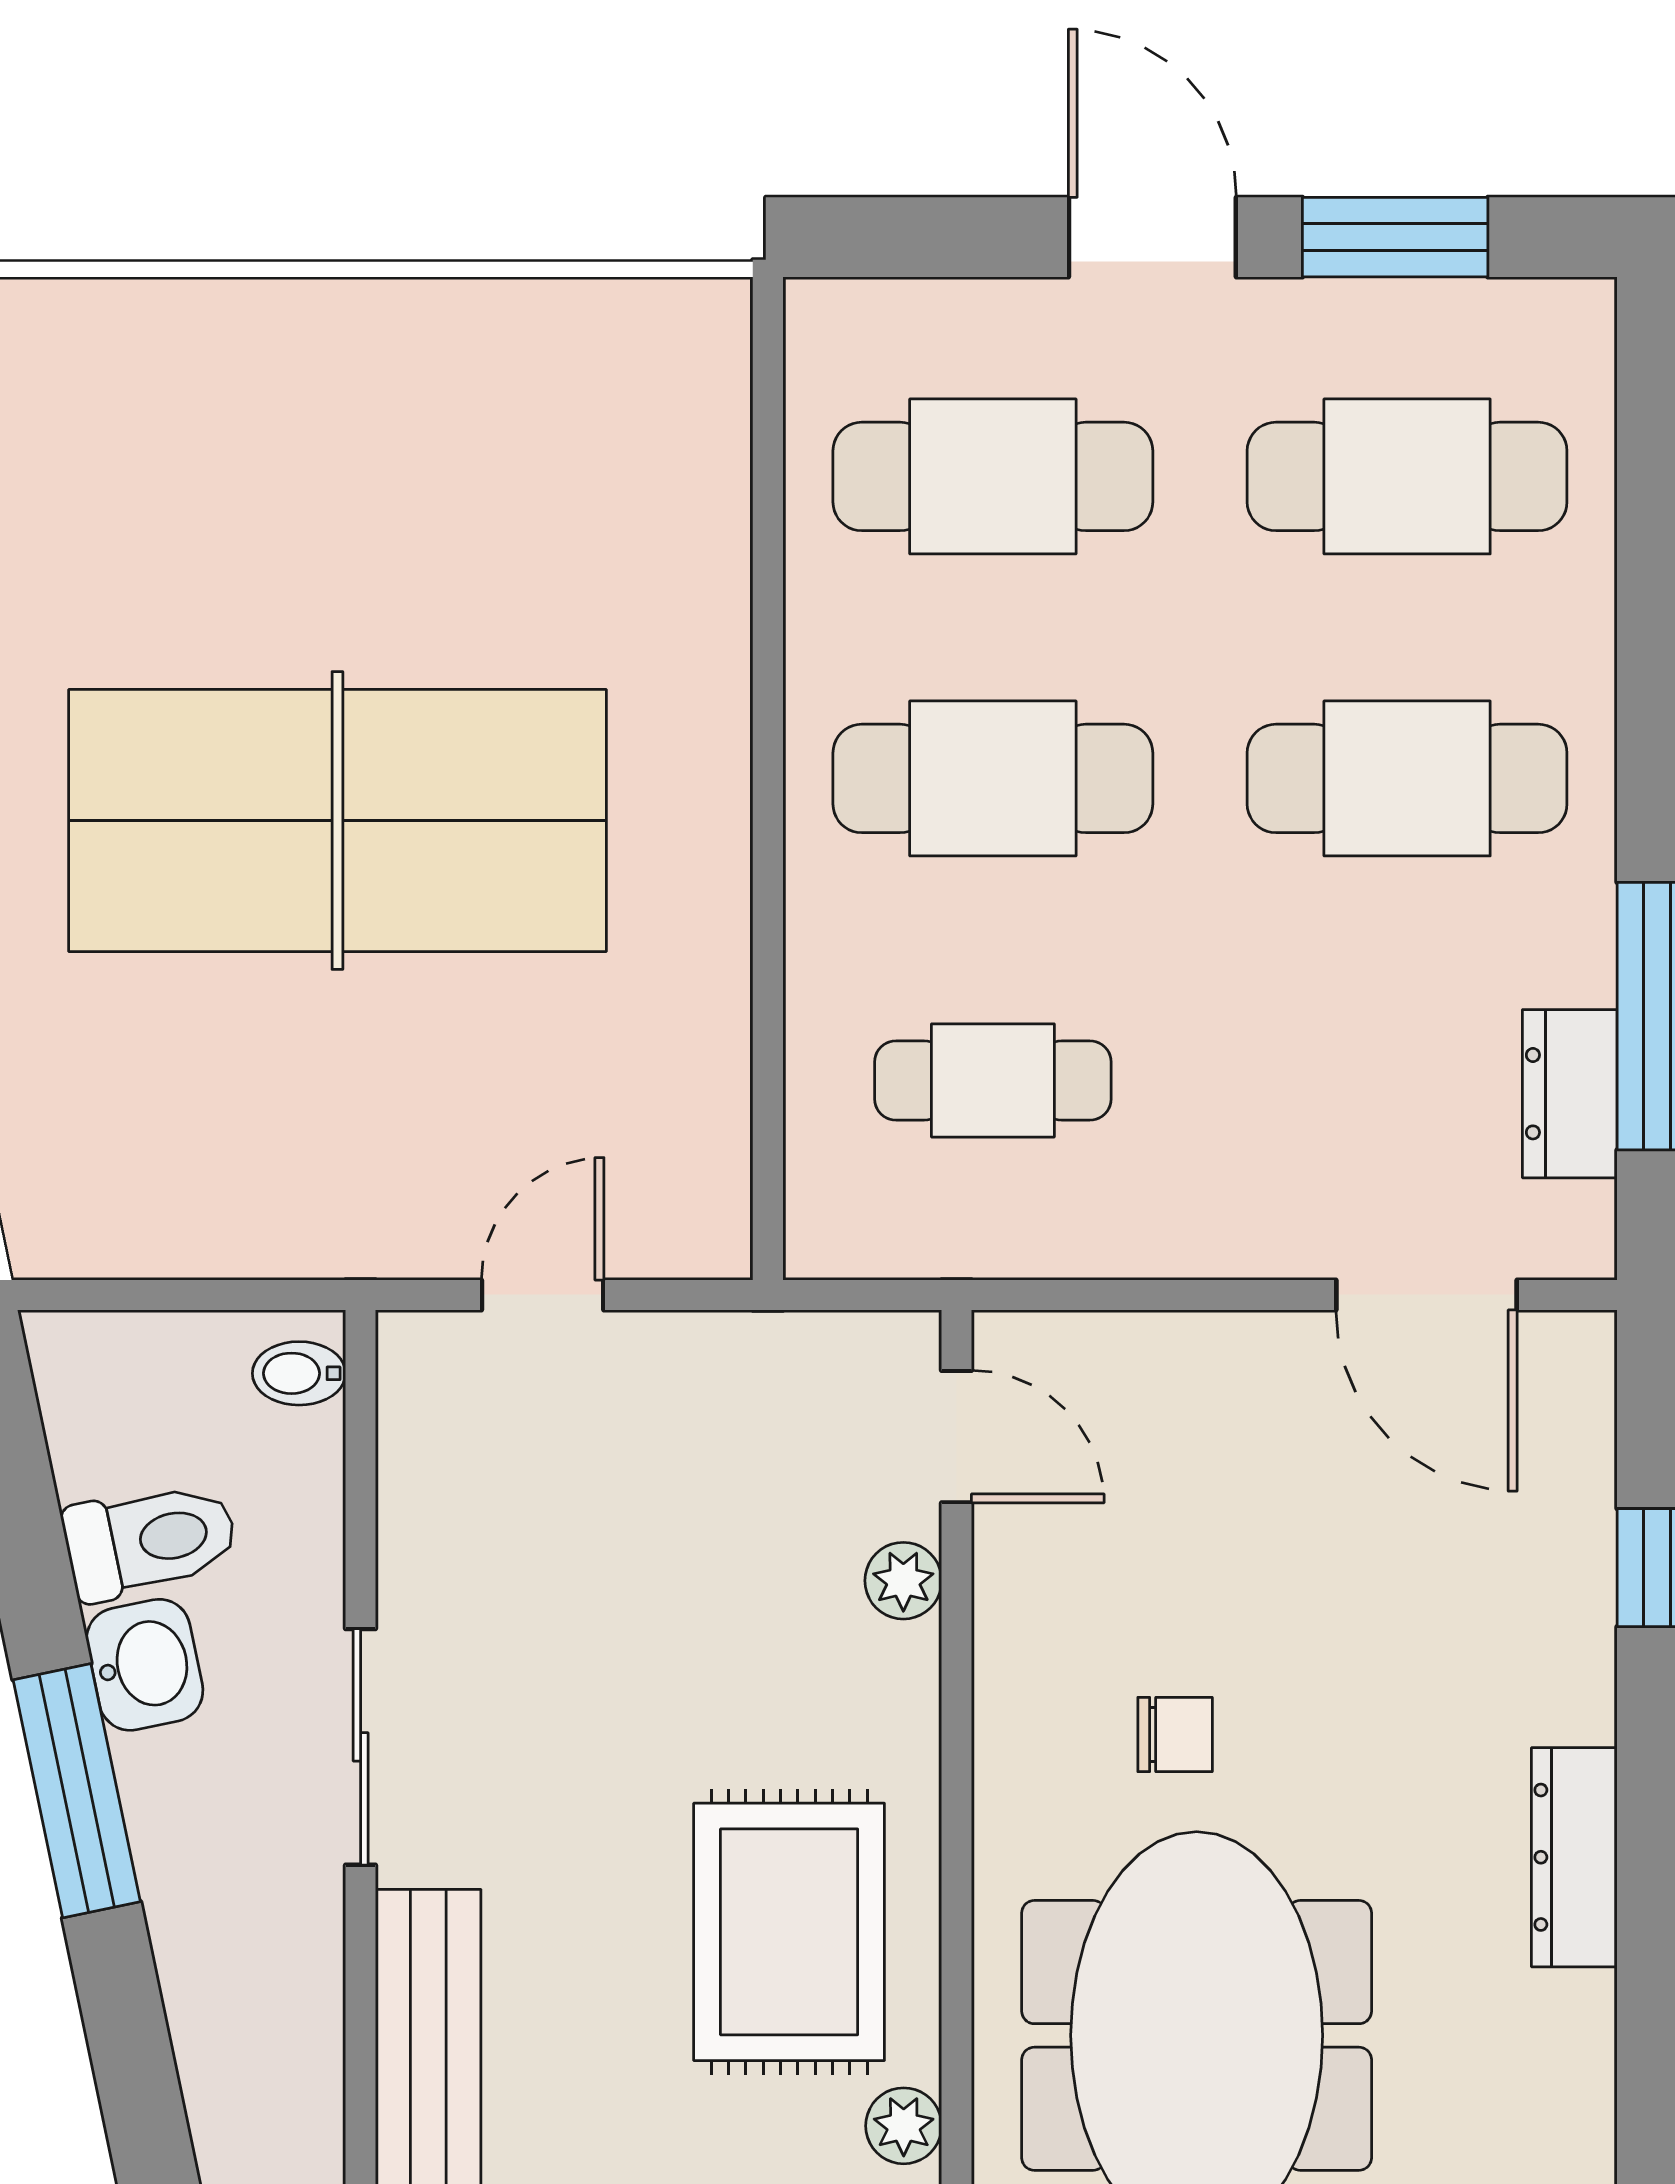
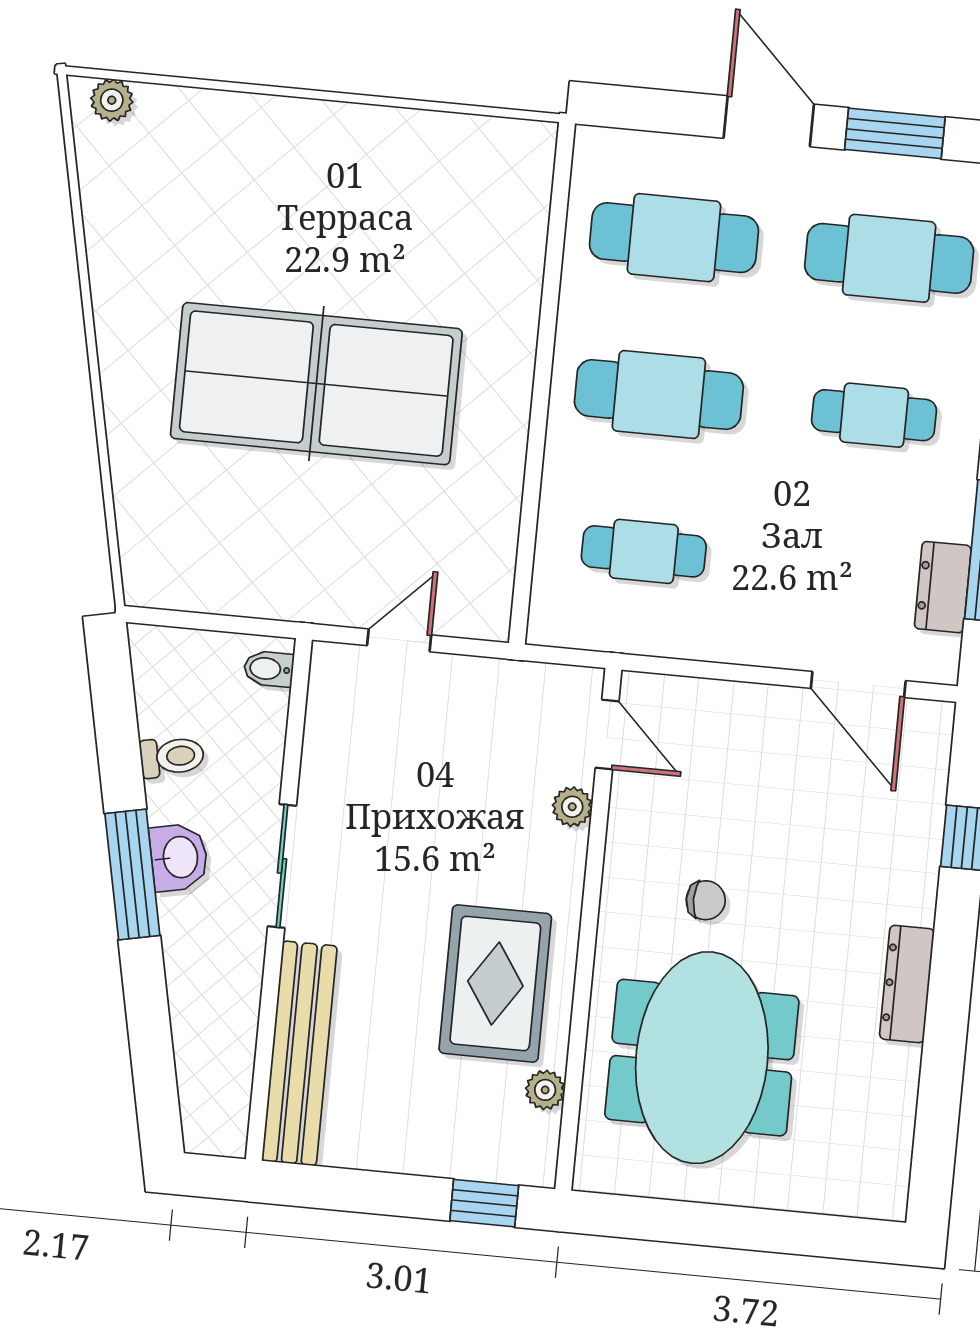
cafe table: (1407, 778) -> (874, 415), width x0.73, depth x0.74
toilet: (151, 1540) -> (172, 757), width x0.73, depth x0.72
washbasin: (145, 1665) -> (179, 857), moved

